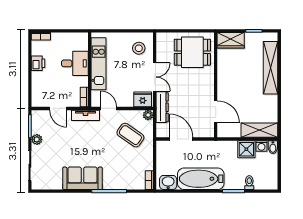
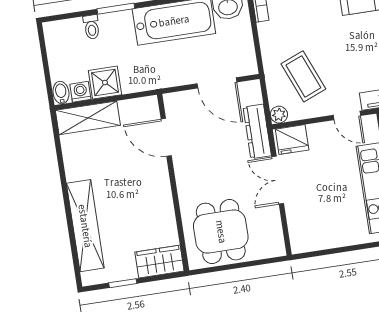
stool: (139, 48) -> (312, 224), removed
dining table: (192, 52) -> (221, 232), turned 90
coffee table: (130, 135) -> (303, 76), turned 33

